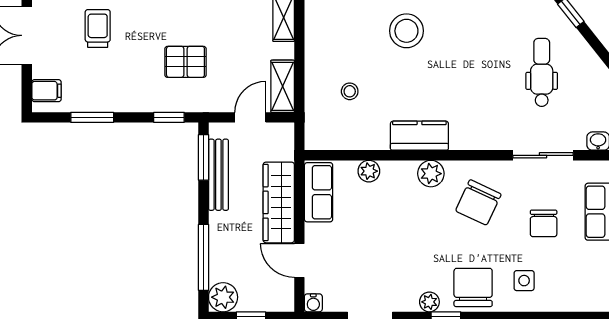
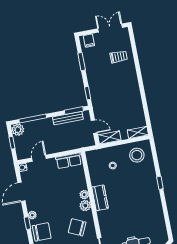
stool: (406, 31) -> (137, 155), moved
pallet: (185, 62) -> (112, 96), removed
plant: (369, 171) -> (84, 195), moved
wardrobe: (279, 202) -> (61, 145), removed

